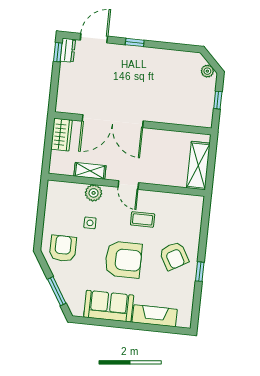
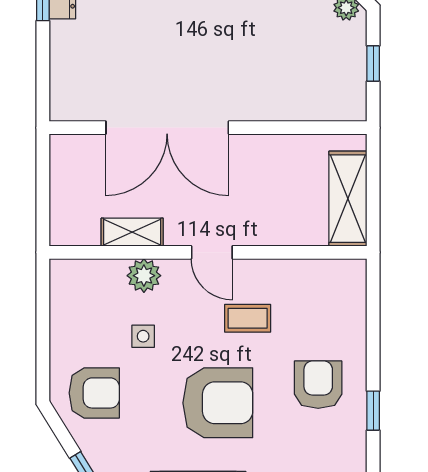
wardrobe: (61, 135) -> (67, 166), removed
armchair: (63, 248) -> (94, 393), turned 90
armchair: (174, 256) -> (318, 385), turned -150

